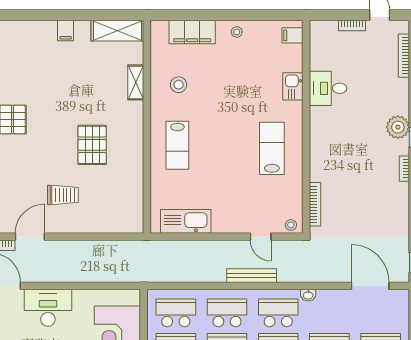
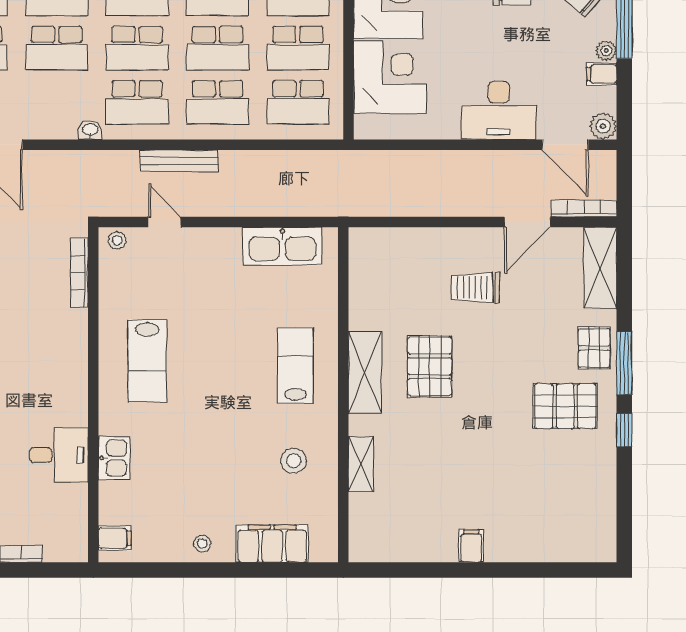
shelving: (117, 31) -> (365, 373), moved, turned 90

